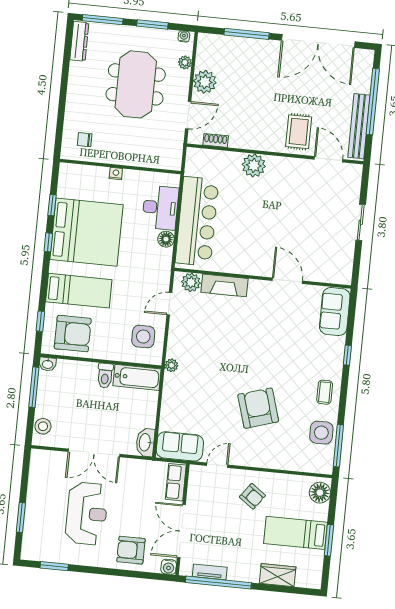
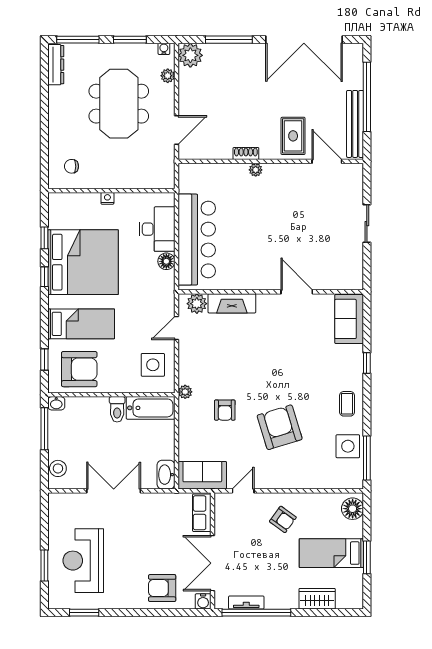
plant: (205, 82) -> (190, 55), moved
shoe rack: (216, 140) -> (246, 154), moved
plant: (254, 165) -> (256, 170), width x0.53, depth x0.53
armchair: (208, 387) -> (225, 410), added
double door: (94, 453) -> (114, 491), swing flipped
reception desk: (87, 513) -> (83, 561), moved, turned 180

